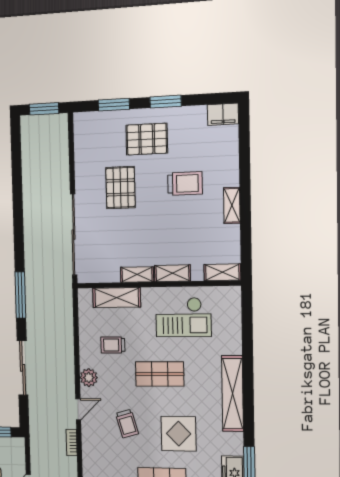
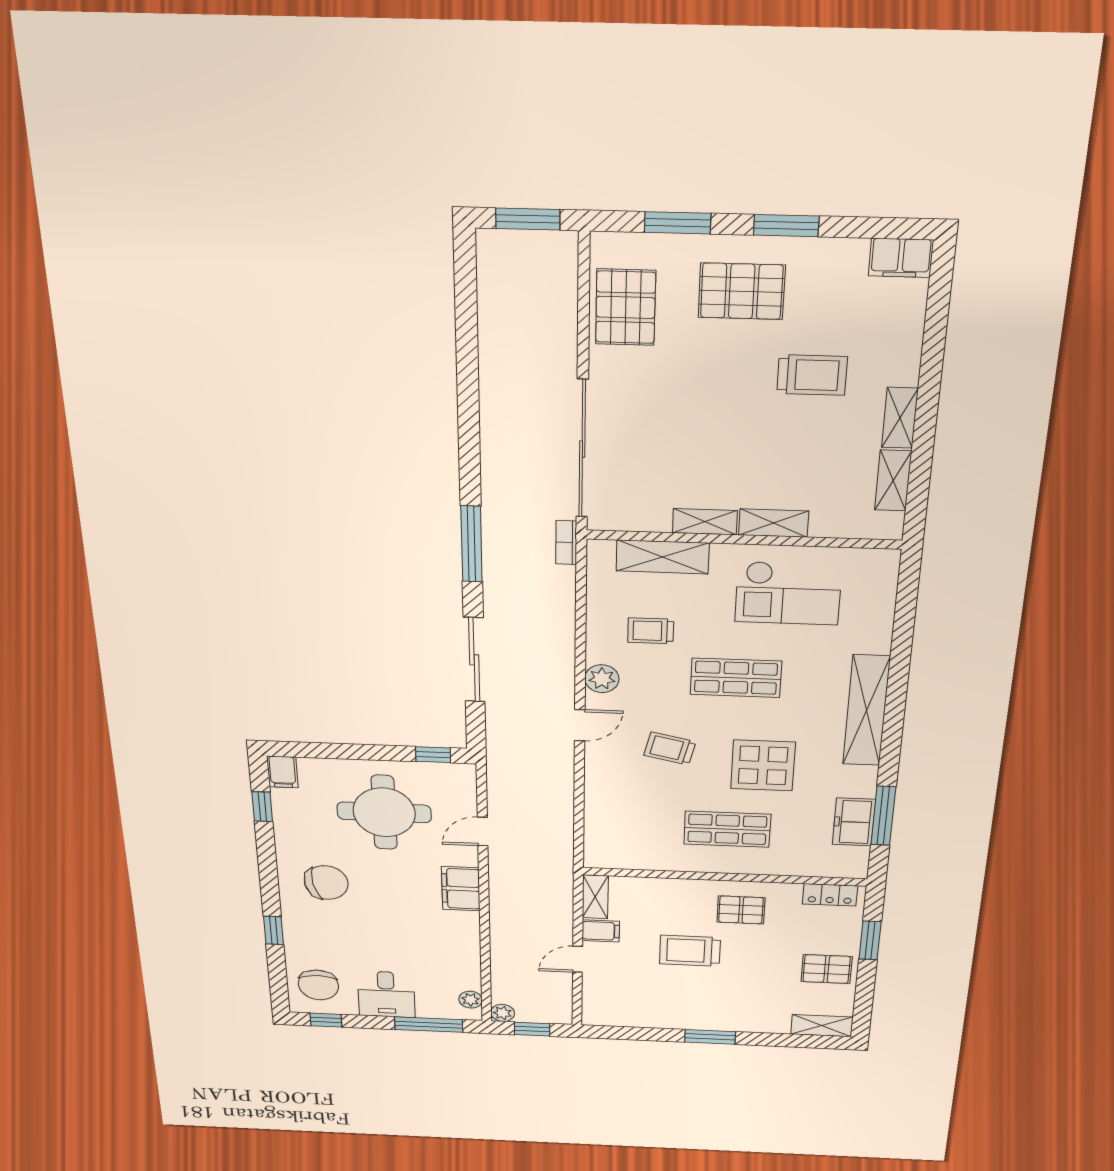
pallet: (120, 187) -> (626, 307), moved
shelving: (222, 272) -> (893, 481), moved, turned 90
trolley: (127, 424) -> (670, 749), turned 119
bookcase: (72, 442) -> (566, 543), moved

